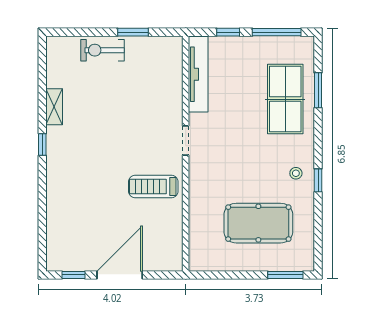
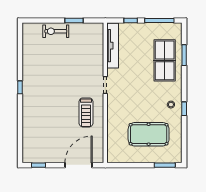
shelving: (54, 107) -> (27, 65), removed
treadmill: (153, 187) -> (86, 112), turned -90
door: (120, 275) -> (78, 165), moved

